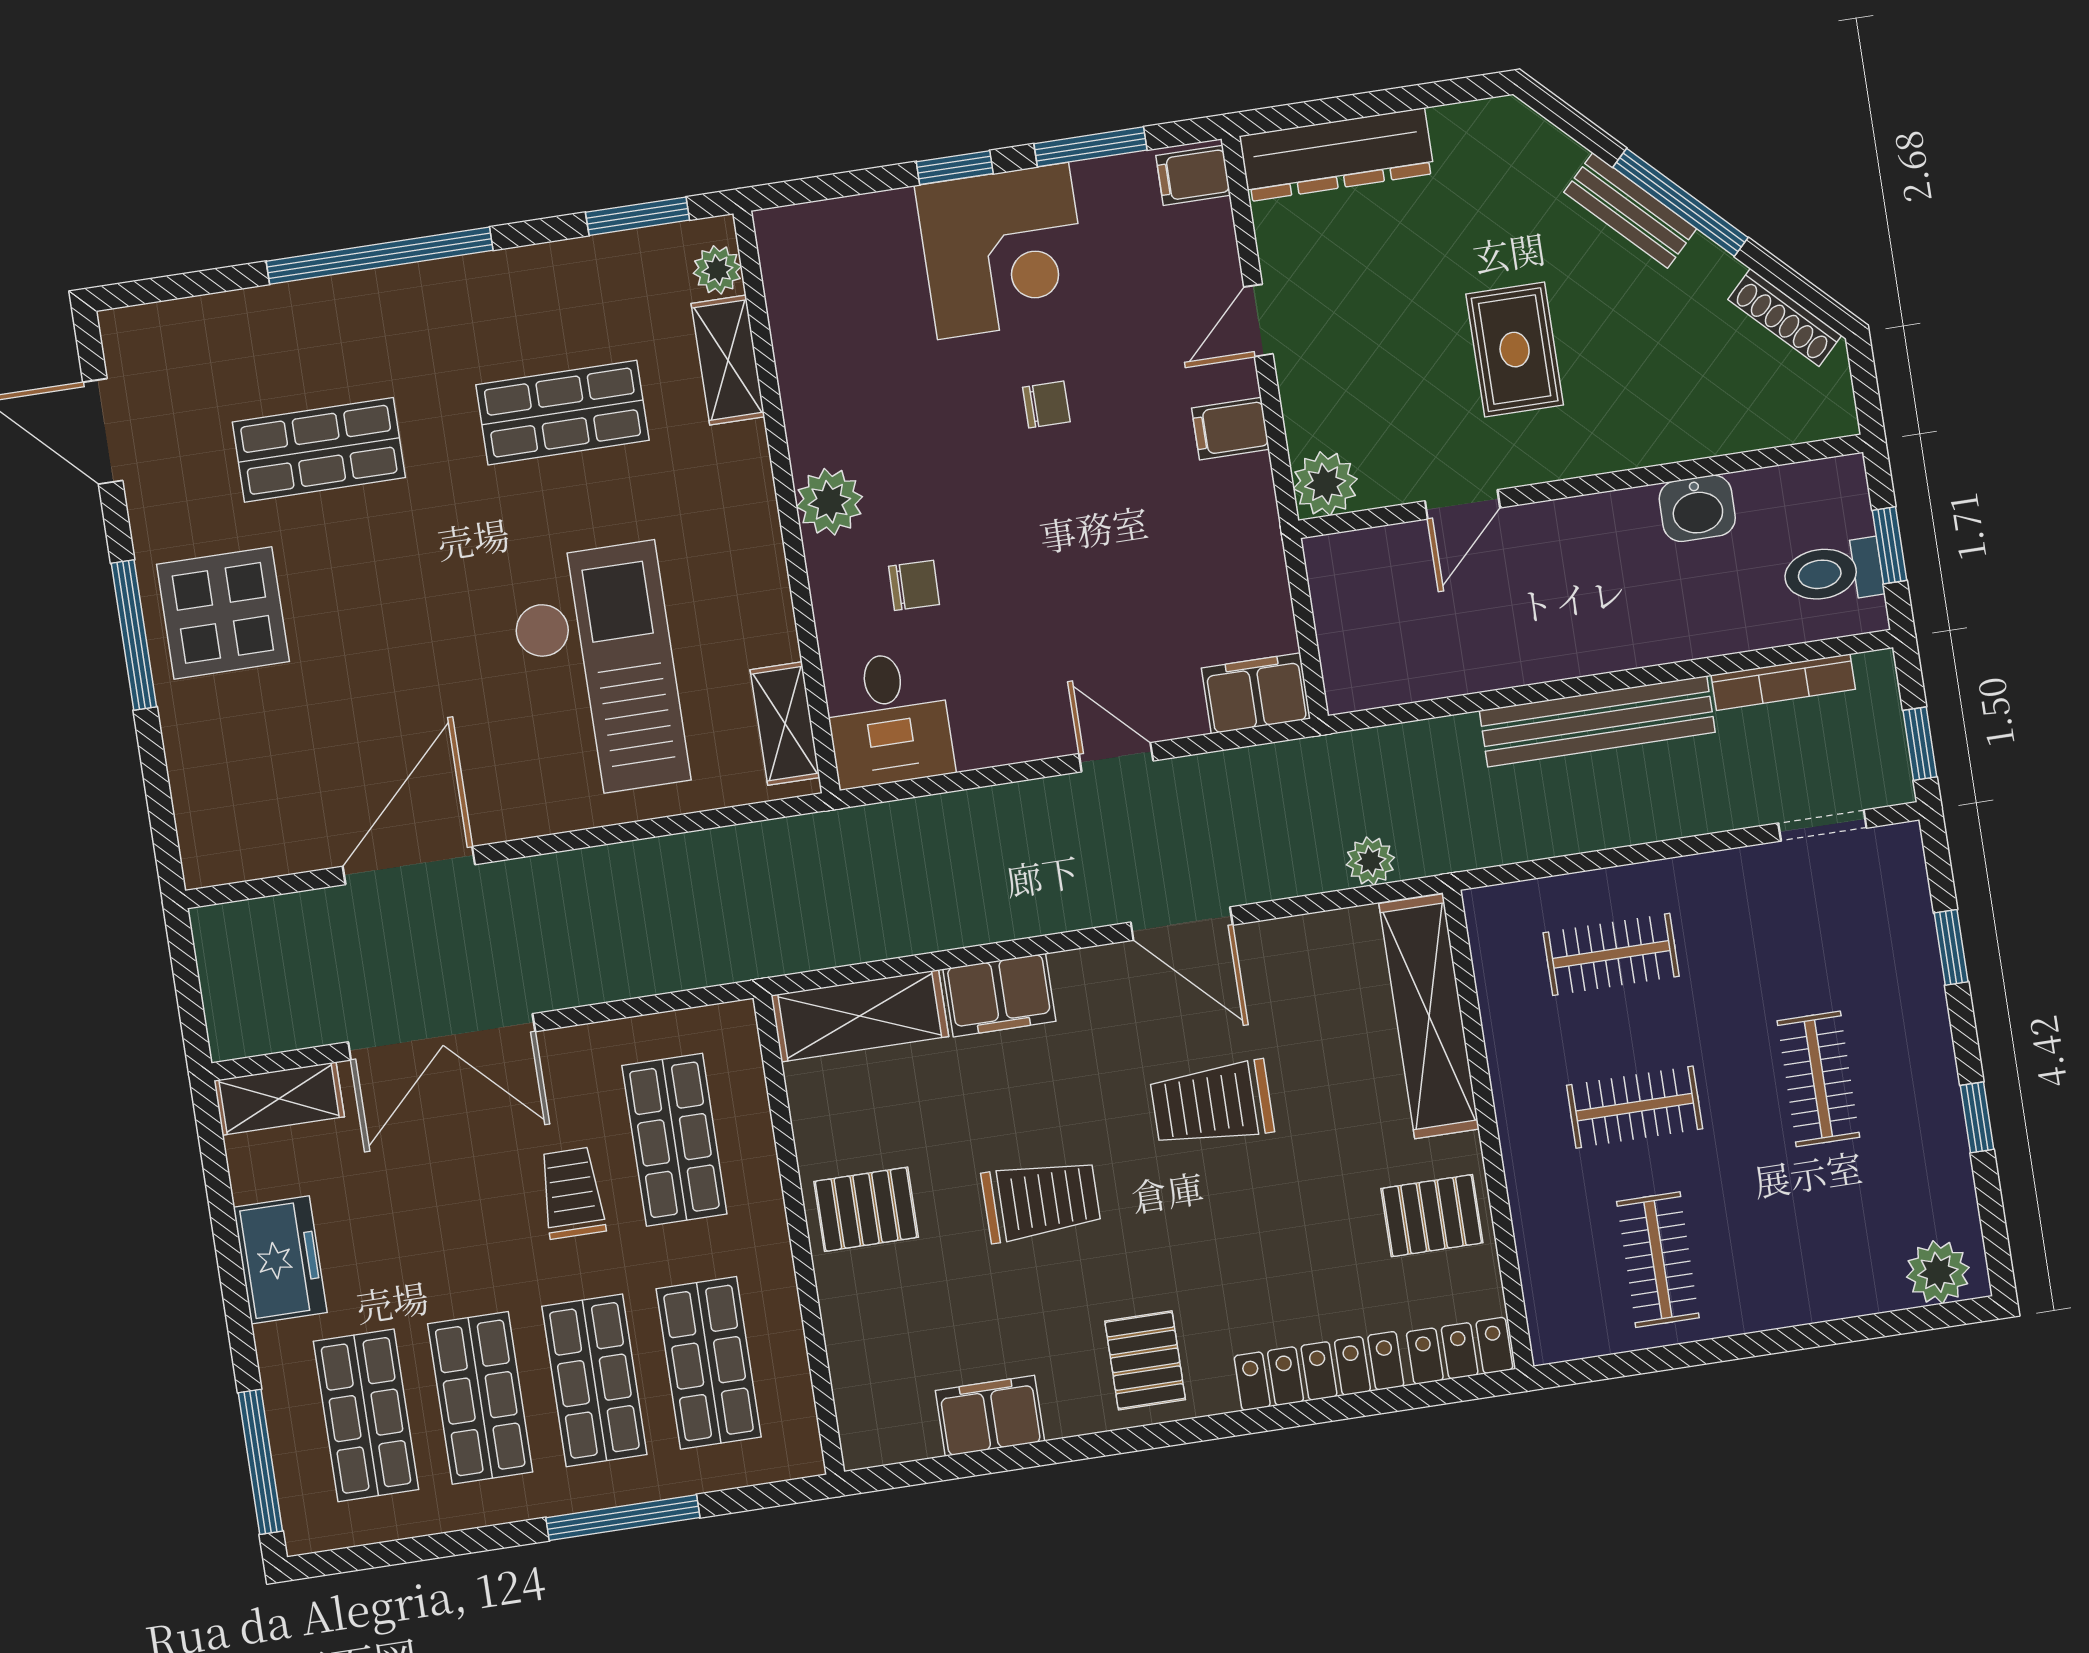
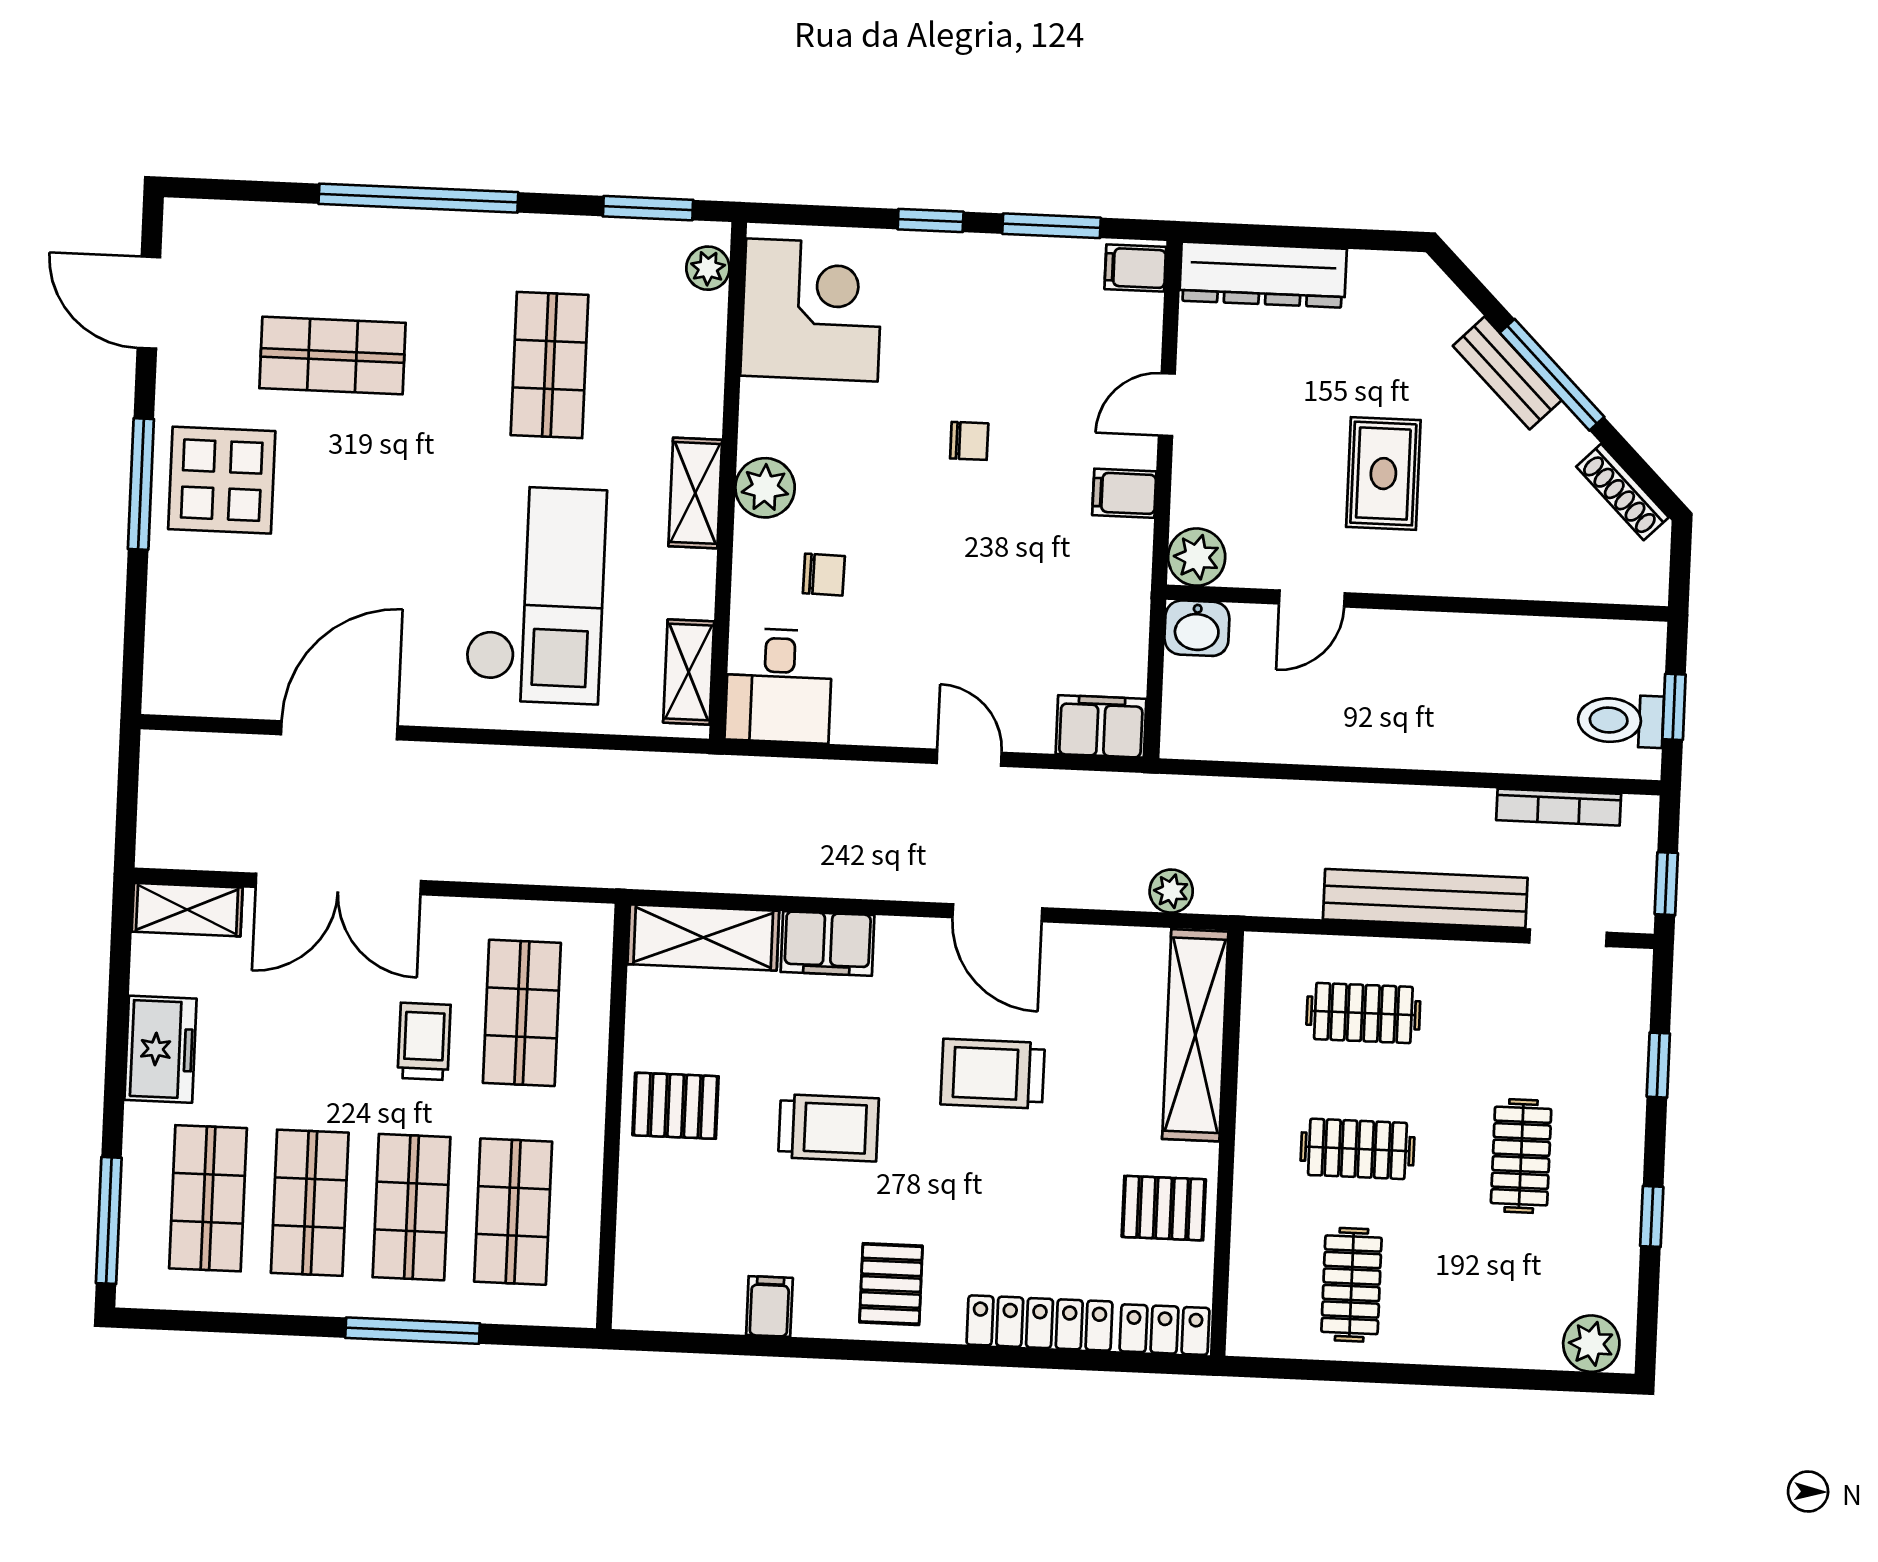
corner desk: (1003, 251) -> (812, 310), moved, turned -90
shelving: (728, 360) -> (695, 493), moved
shop shelf: (562, 413) -> (550, 365), turned 90
washbasin: (1697, 508) -> (1197, 628), moved
bench: (1597, 721) -> (1425, 899), moved
filing cabinet: (990, 1416) -> (769, 1306), width x0.50

